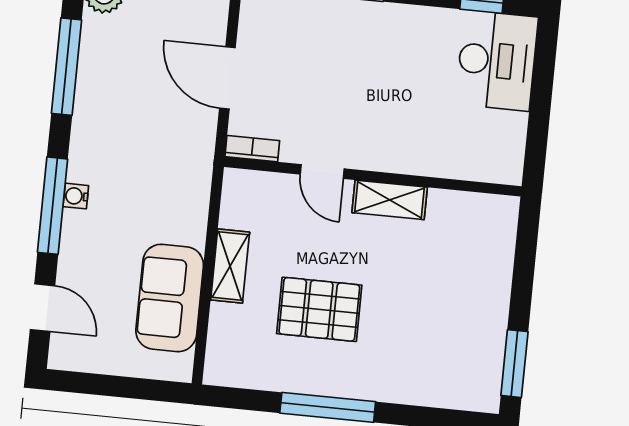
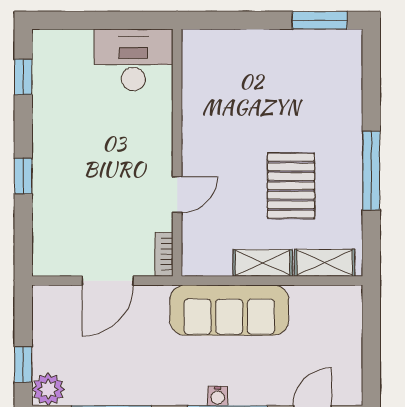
desk: (497, 61) -> (133, 60), moved
shelving: (390, 200) -> (325, 263), moved, turned 90
sofa: (170, 298) -> (229, 310), moved, width x1.36

